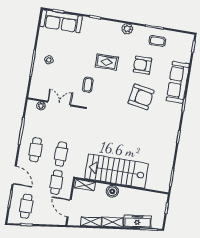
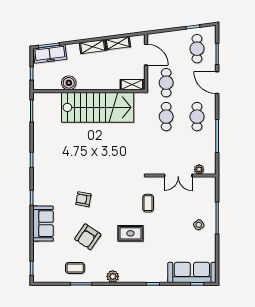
armchair: (143, 65) -> (88, 237), turned 124
sofa: (178, 82) -> (43, 224), width x0.73
armchair: (141, 97) -> (83, 199), width x0.53, depth x0.53
boiler: (112, 191) -> (69, 83), moved
freezer: (137, 222) -> (50, 54), moved

